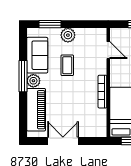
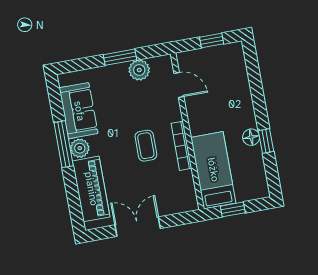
window: (50, 24) -> (120, 57), moved
plant: (68, 35) -> (139, 70), moved
coffee table: (67, 65) -> (146, 146), moved

